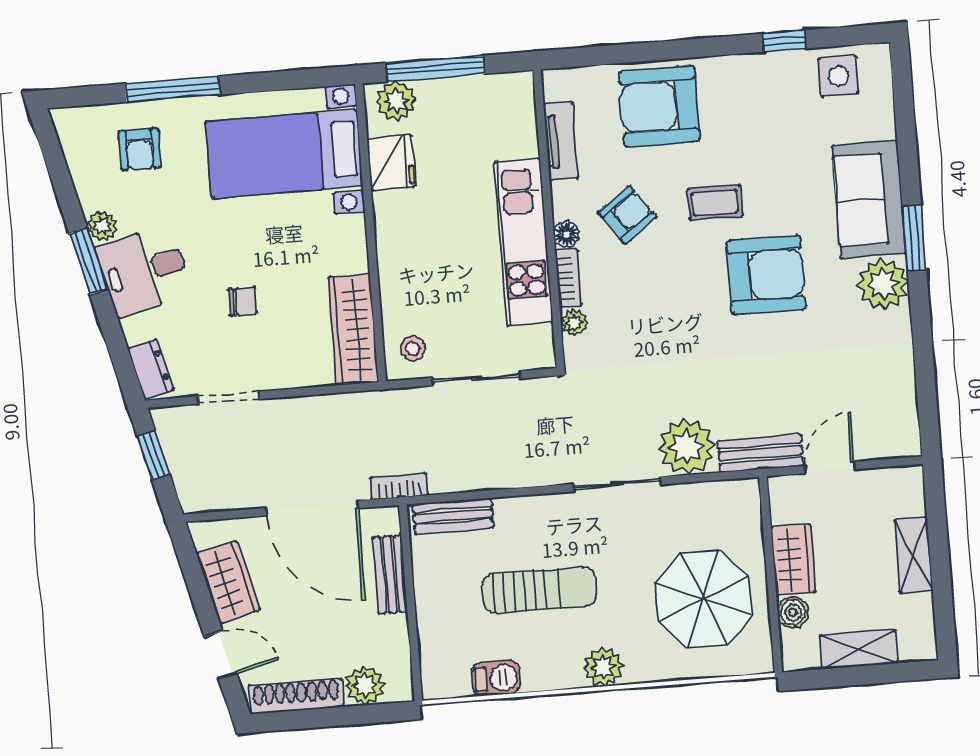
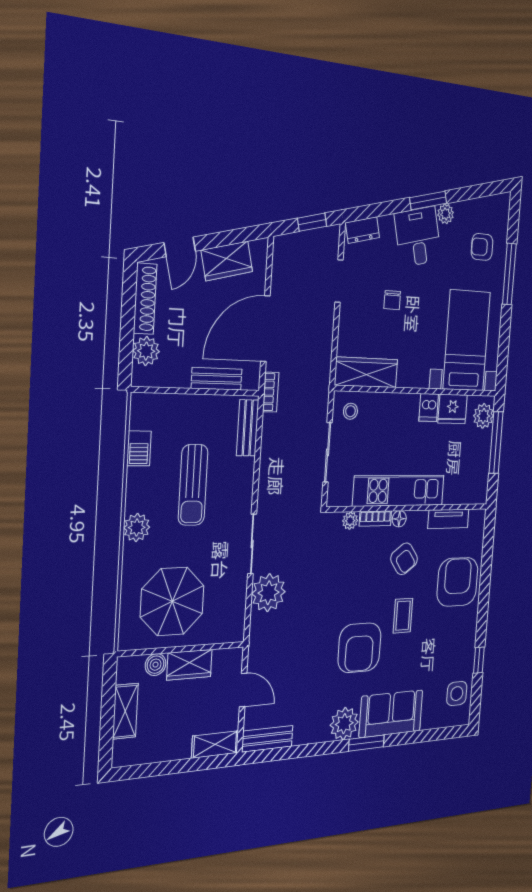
dishwasher: (393, 208) -> (429, 408), added
bench: (761, 453) -> (267, 739), moved, turned 90
shelving: (914, 555) -> (215, 744), moved

